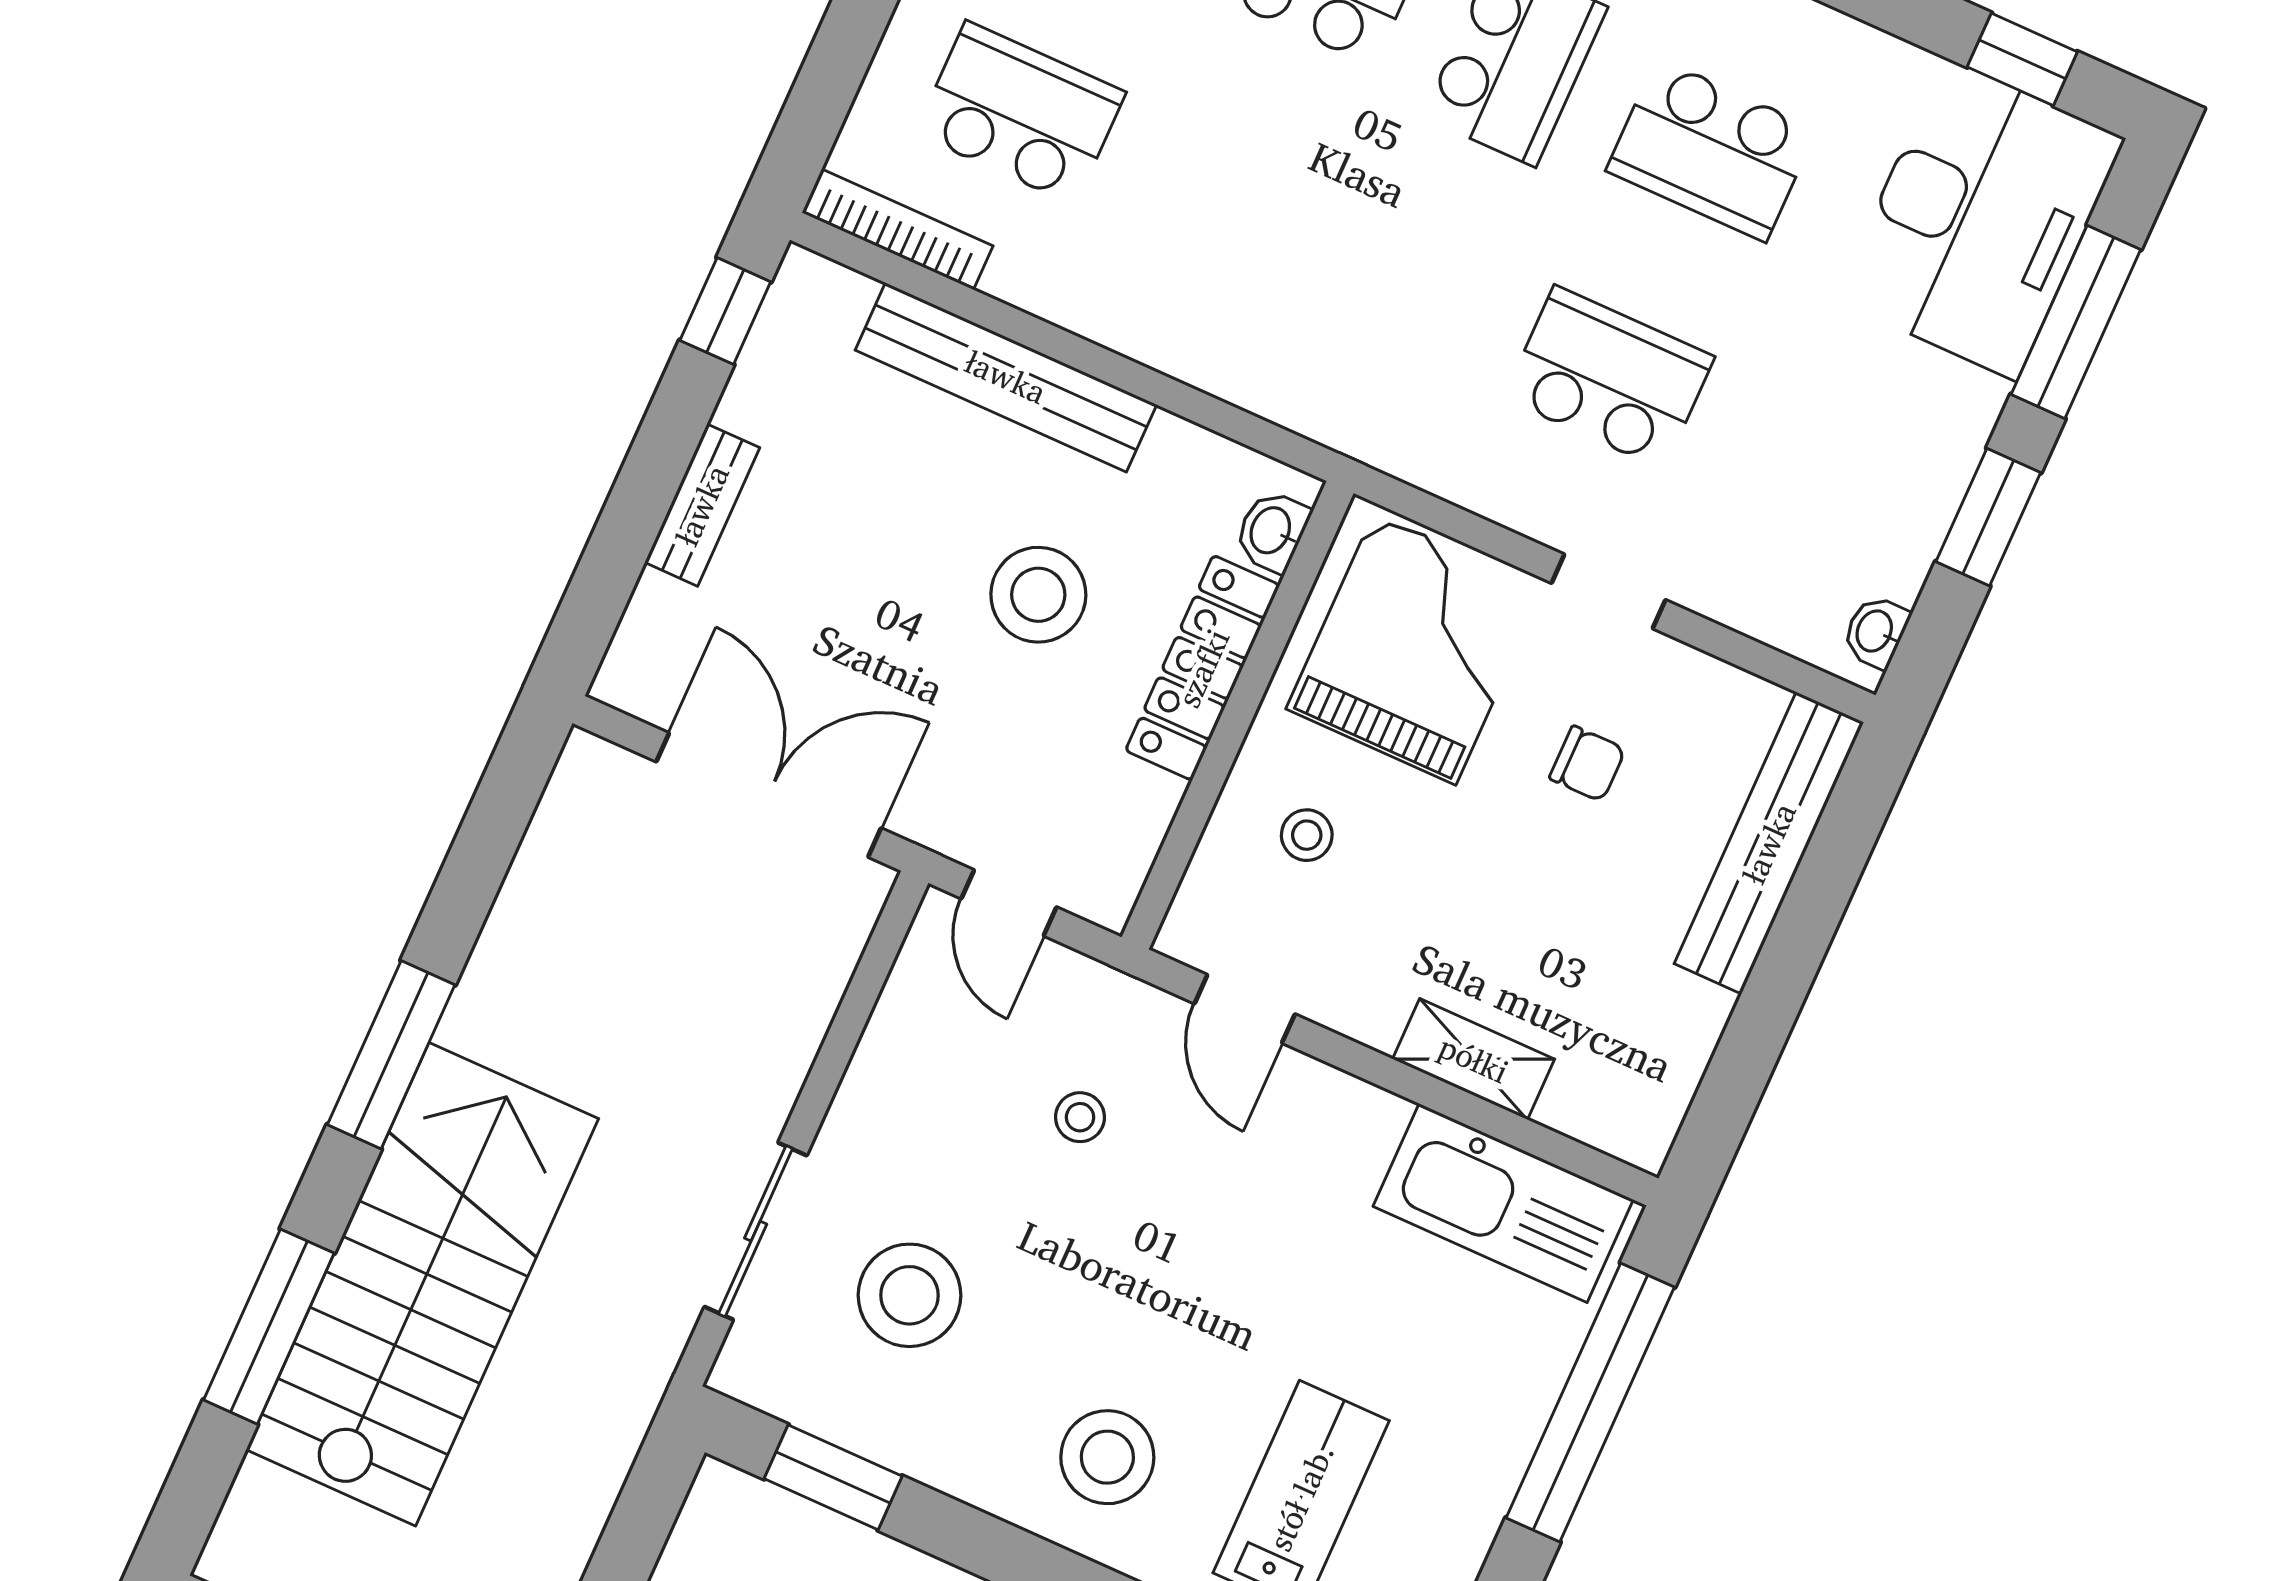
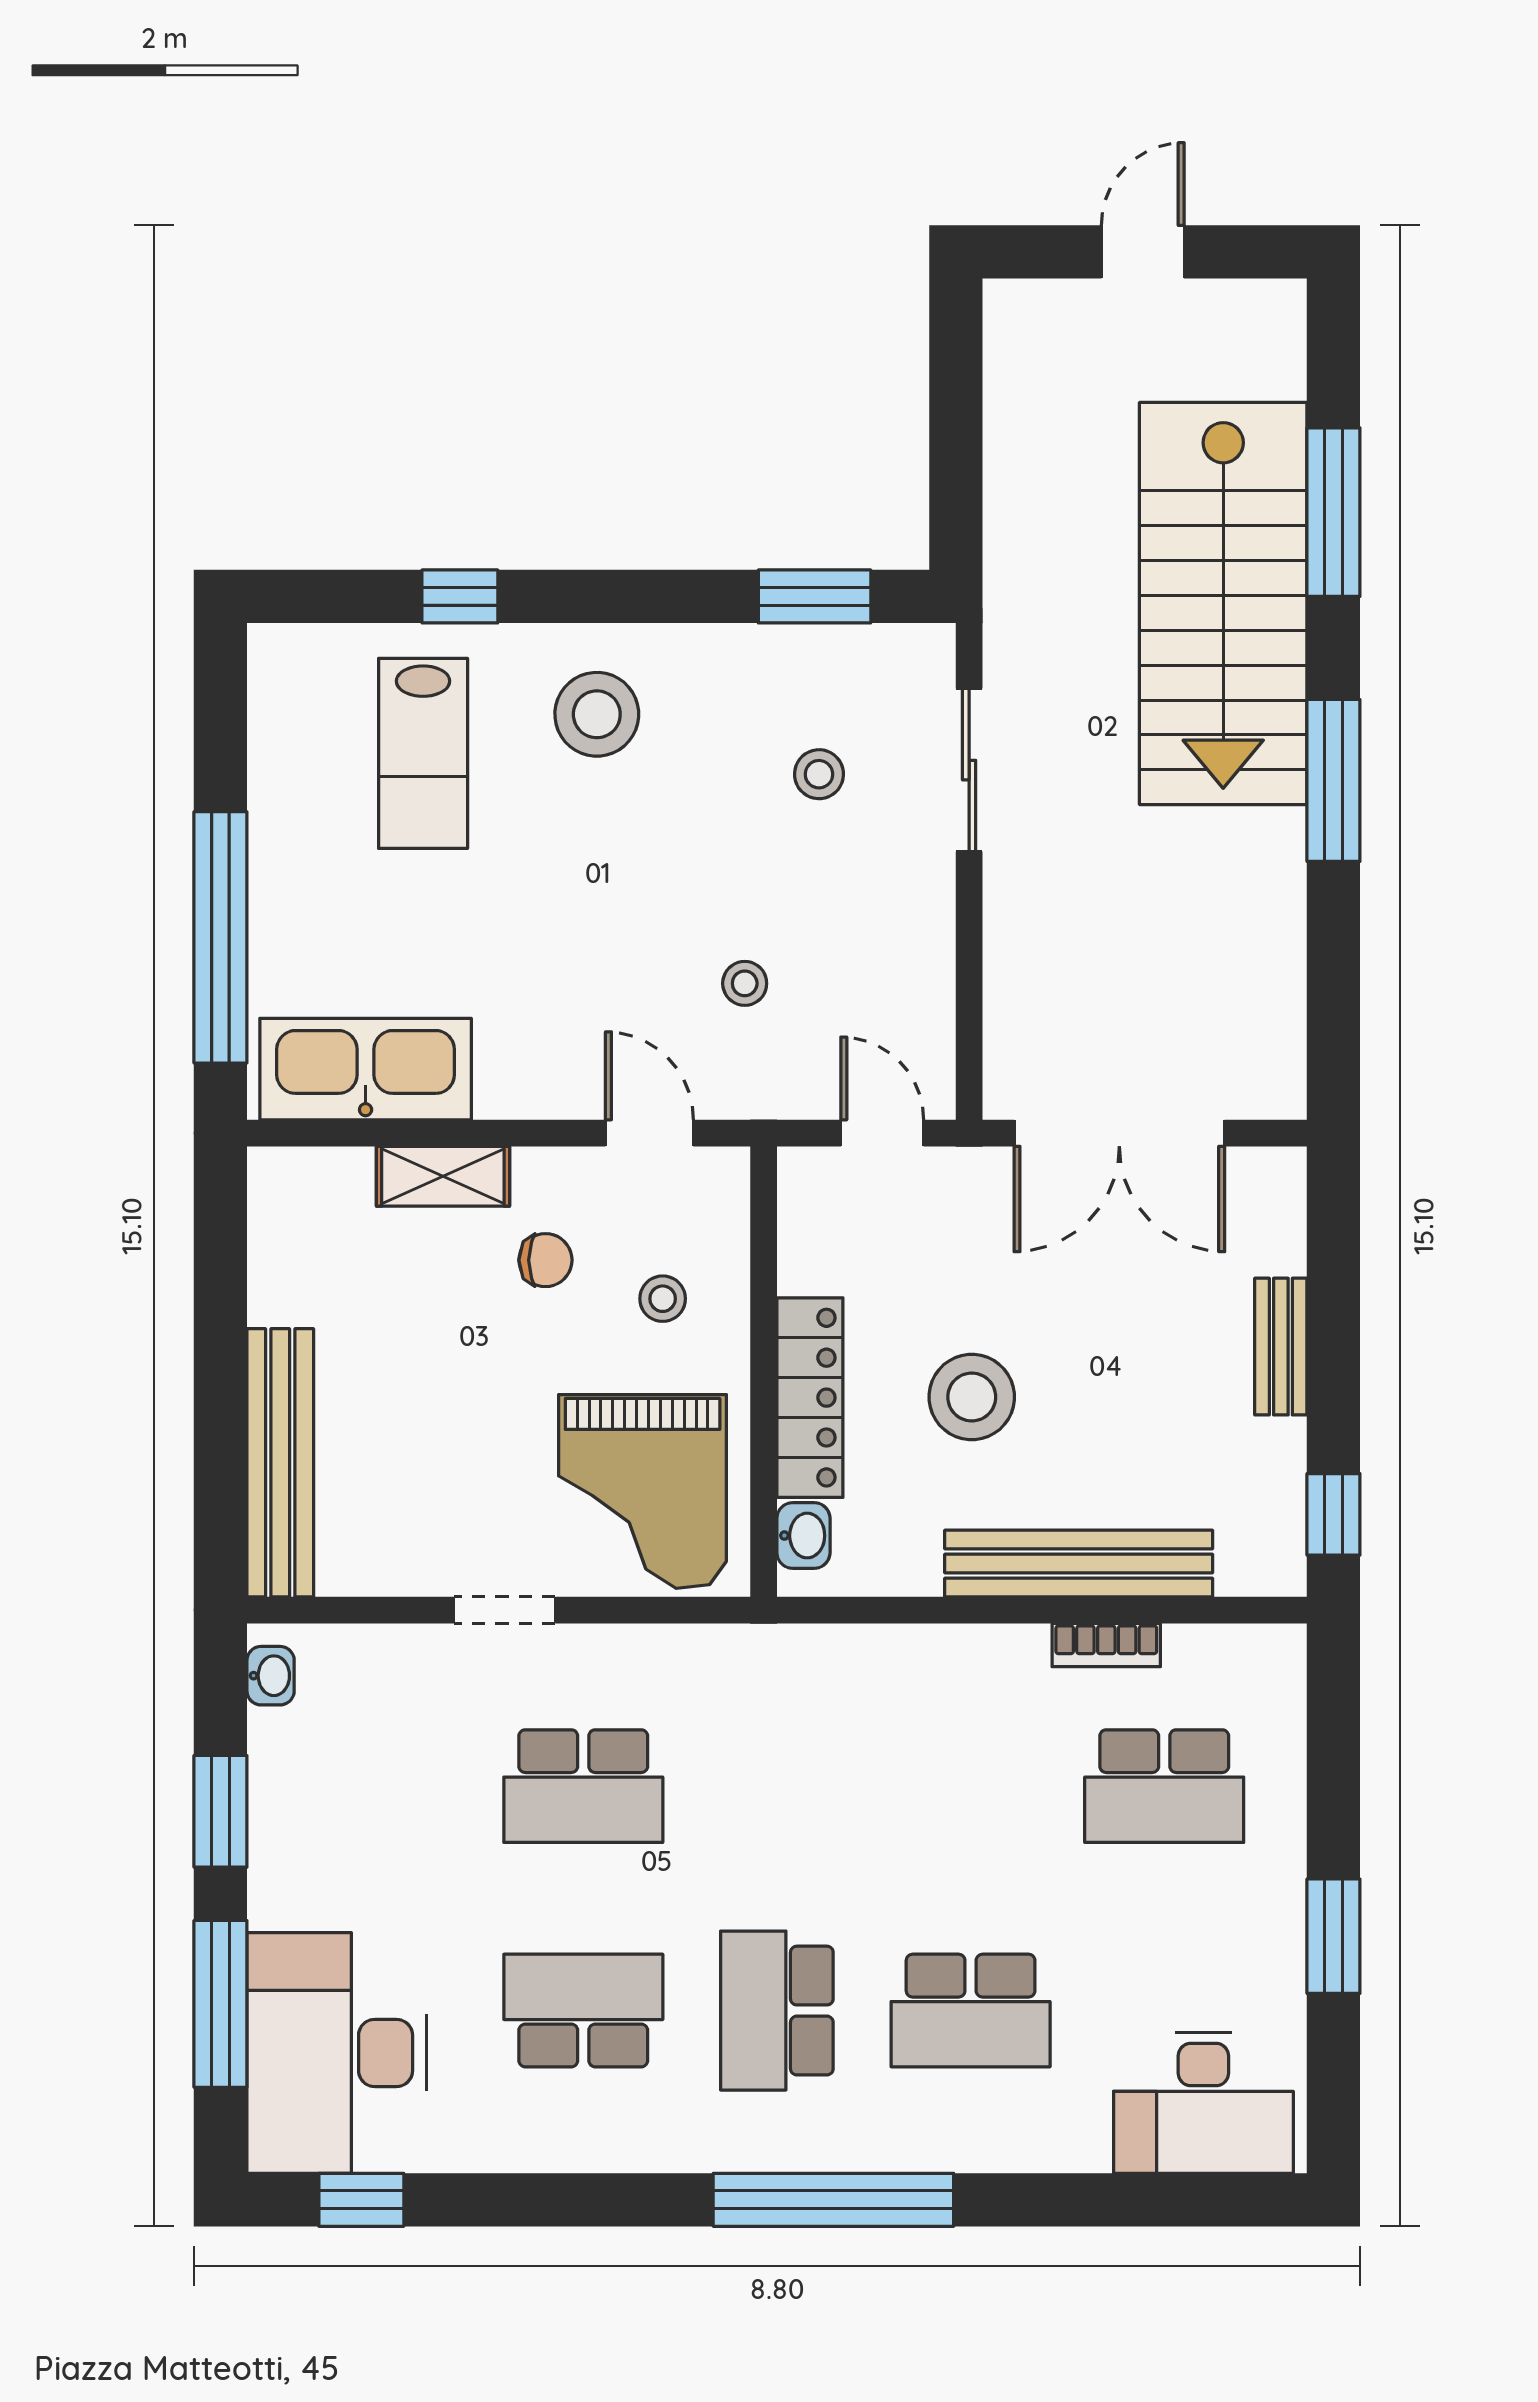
bookcase: (897, 229) -> (1106, 1645), moved, width x0.64
chair: (1587, 764) -> (545, 1260), moved, turned 180
stool: (910, 1295) -> (819, 774), width x0.53, depth x0.53

